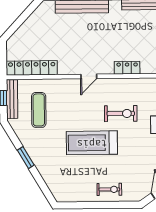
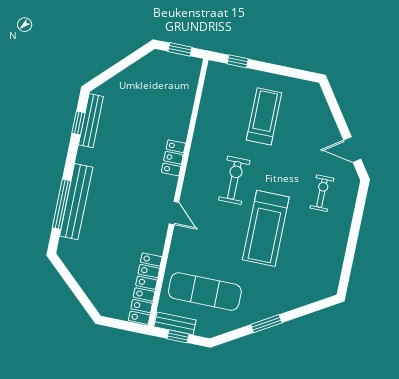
bench: (12, 99) -> (175, 323), width x0.73
exercise mat: (39, 110) -> (205, 291), width x1.36, depth x1.45
exercise bike: (109, 189) -> (322, 193), moved

